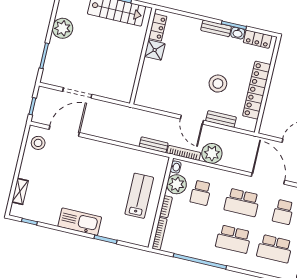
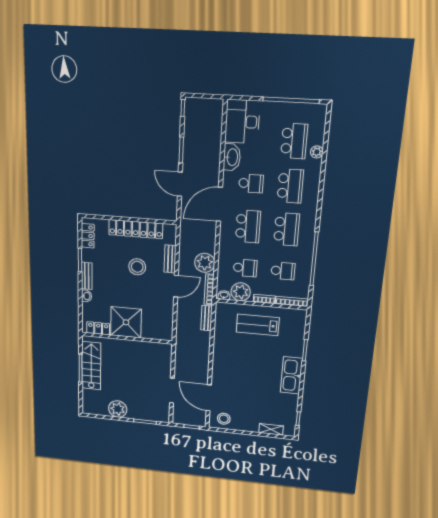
washbasin: (238, 33) -> (87, 296), moved
shower: (155, 50) -> (126, 322), width x1.86, depth x1.86
school desk: (192, 230) -> (283, 271), added

